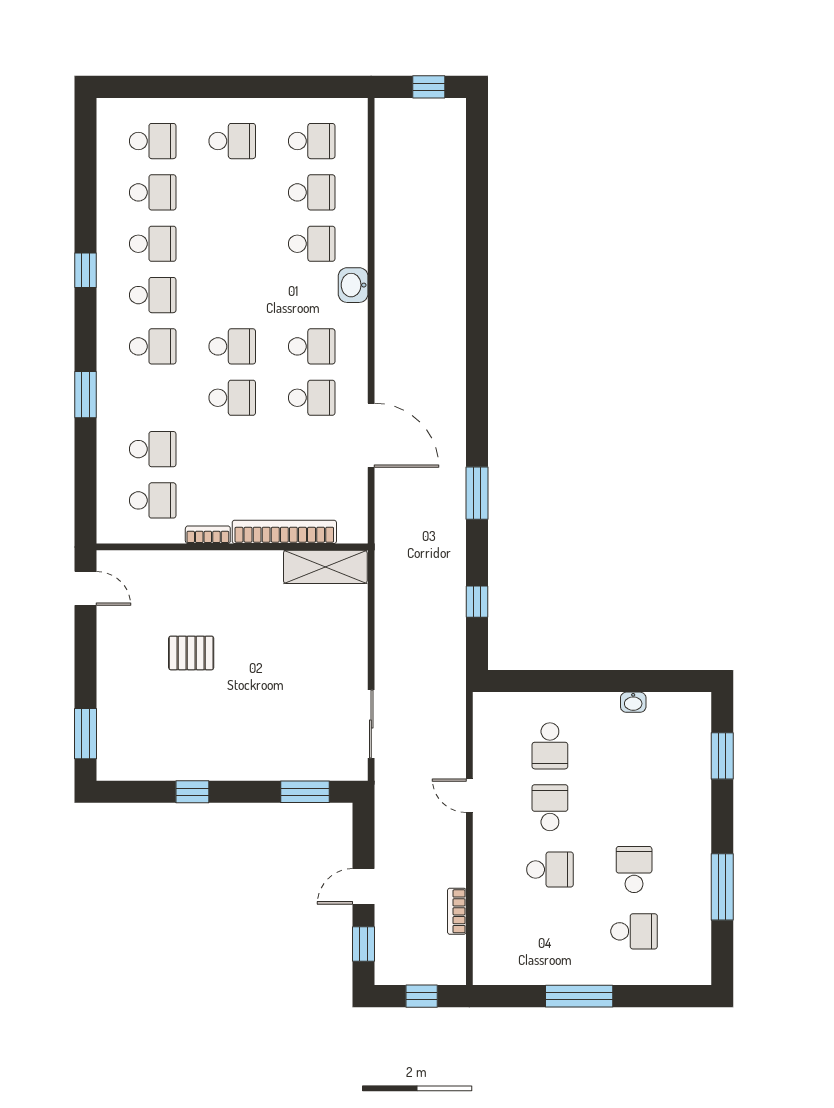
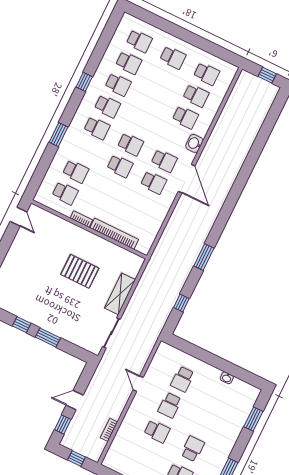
door: (371, 435) -> (187, 179), moved
shelving: (325, 567) -> (120, 294), moved, turned 90
pallet: (191, 653) -> (80, 271), moved, width x1.50, depth x1.42
window: (305, 792) -> (48, 337), moved
school desk: (550, 808) -> (170, 405), turned 180

